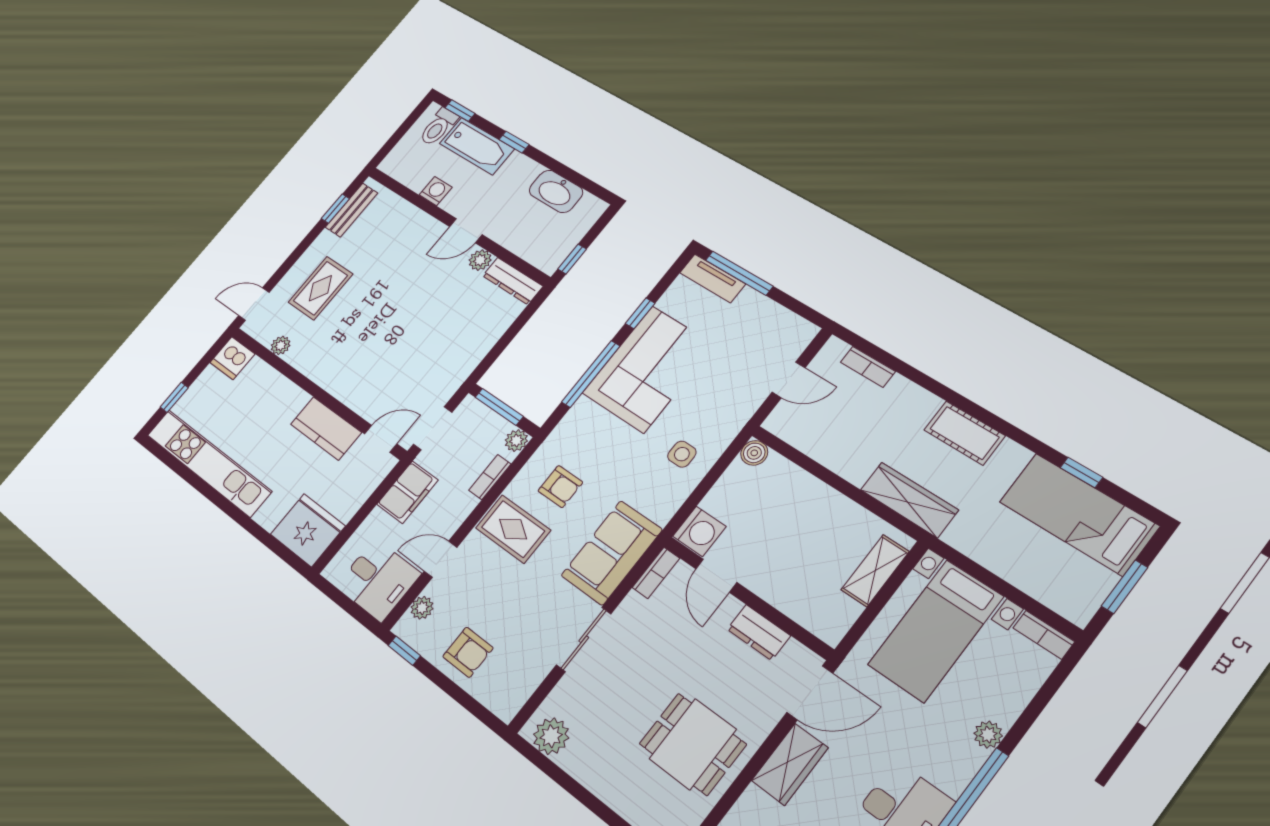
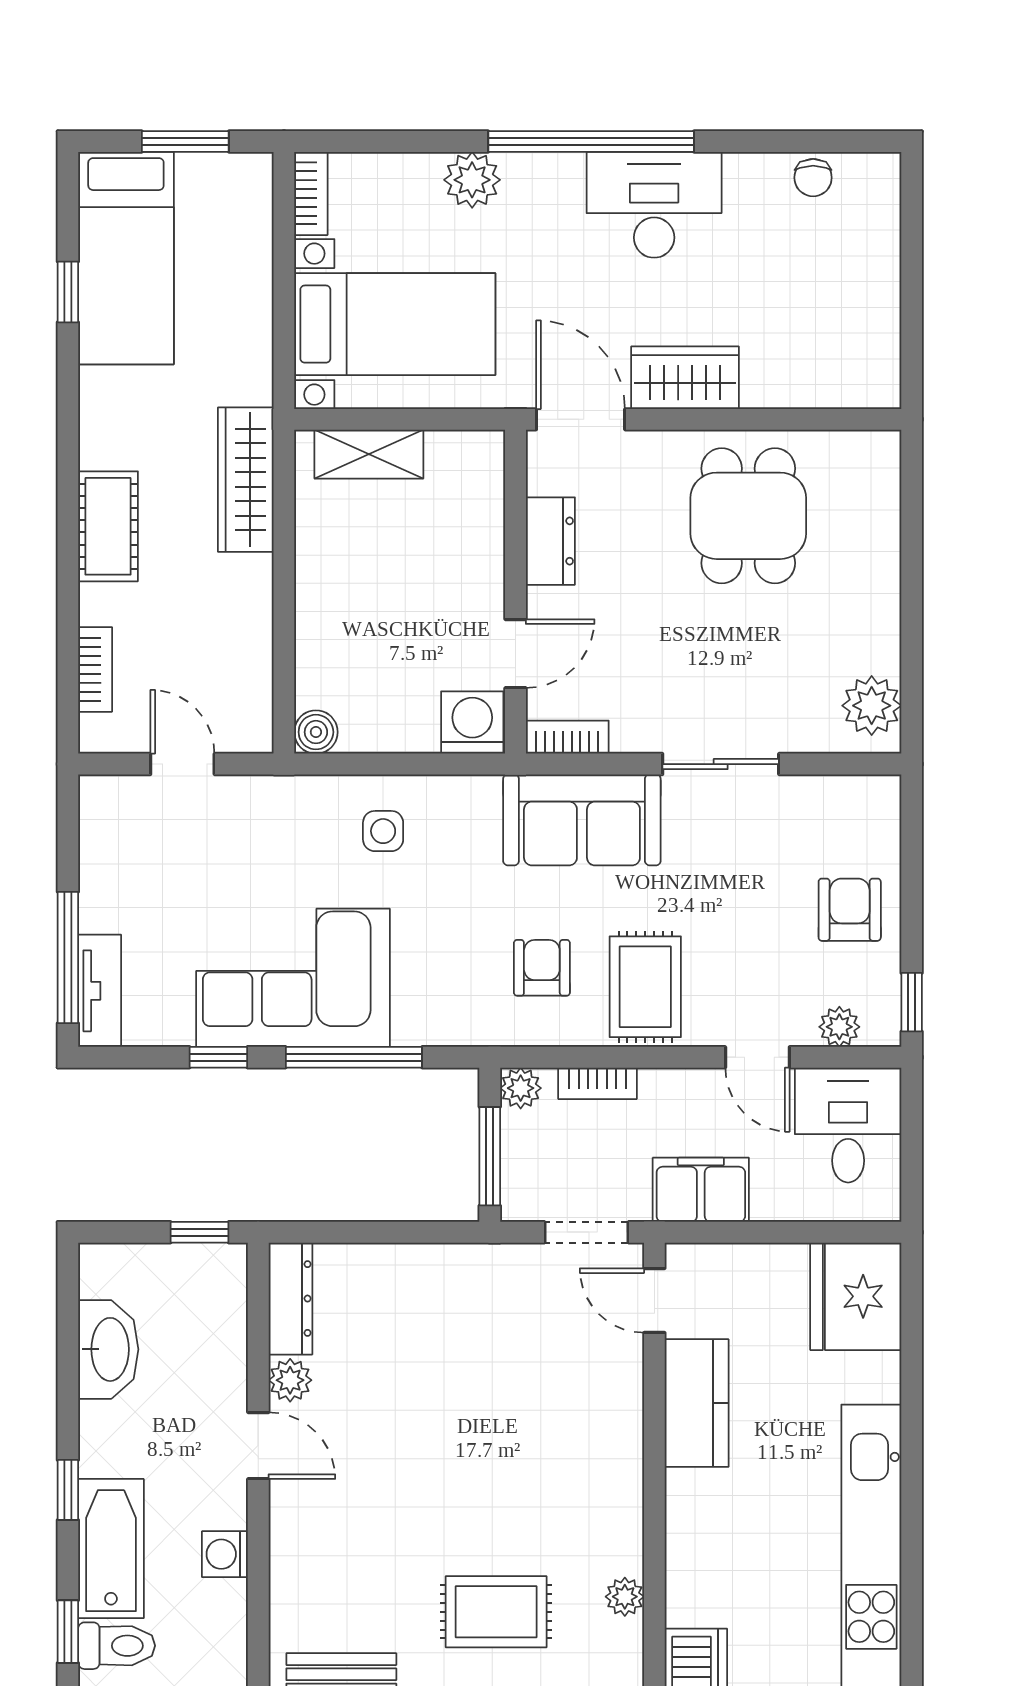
cot: (964, 433) -> (108, 526), moved
plant: (988, 735) -> (472, 180), width x1.38, depth x1.38

